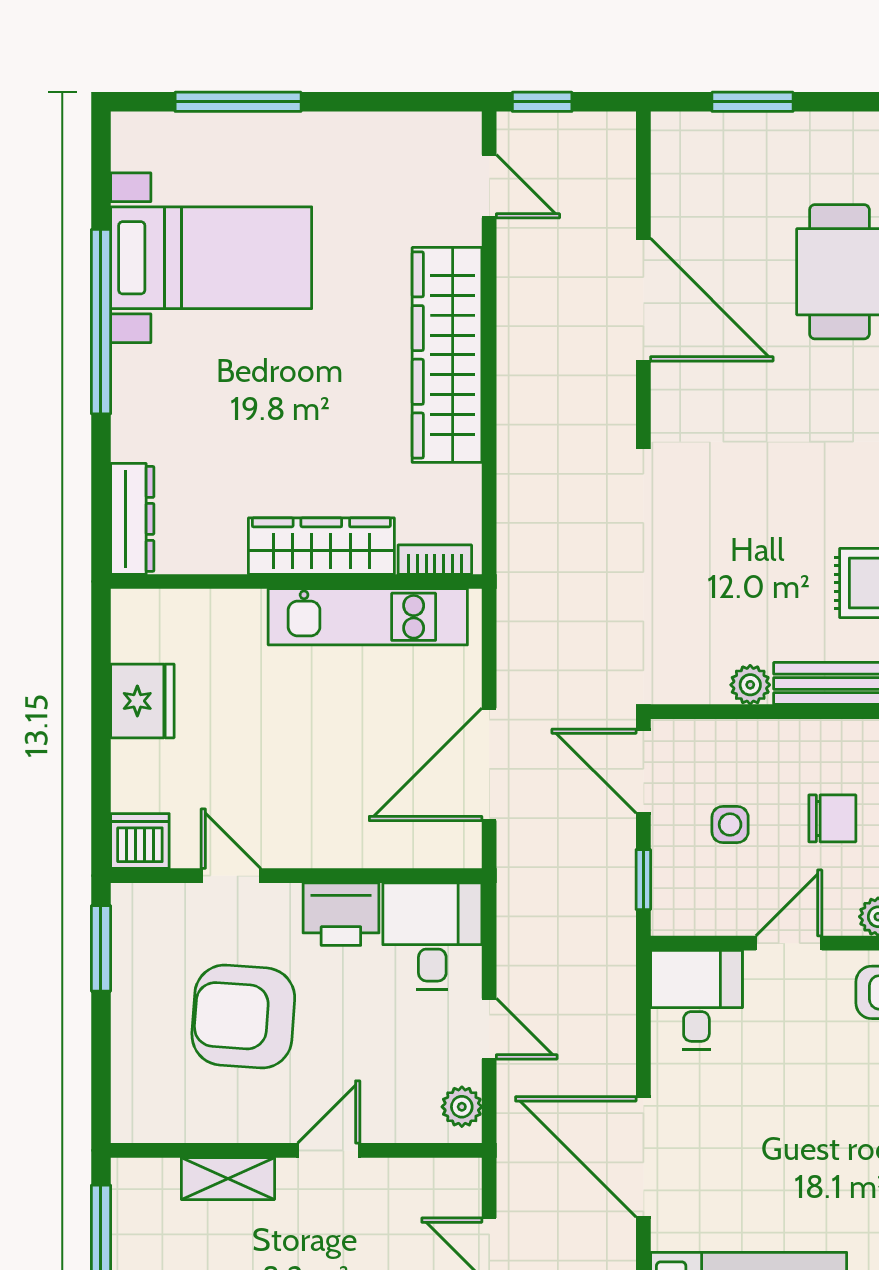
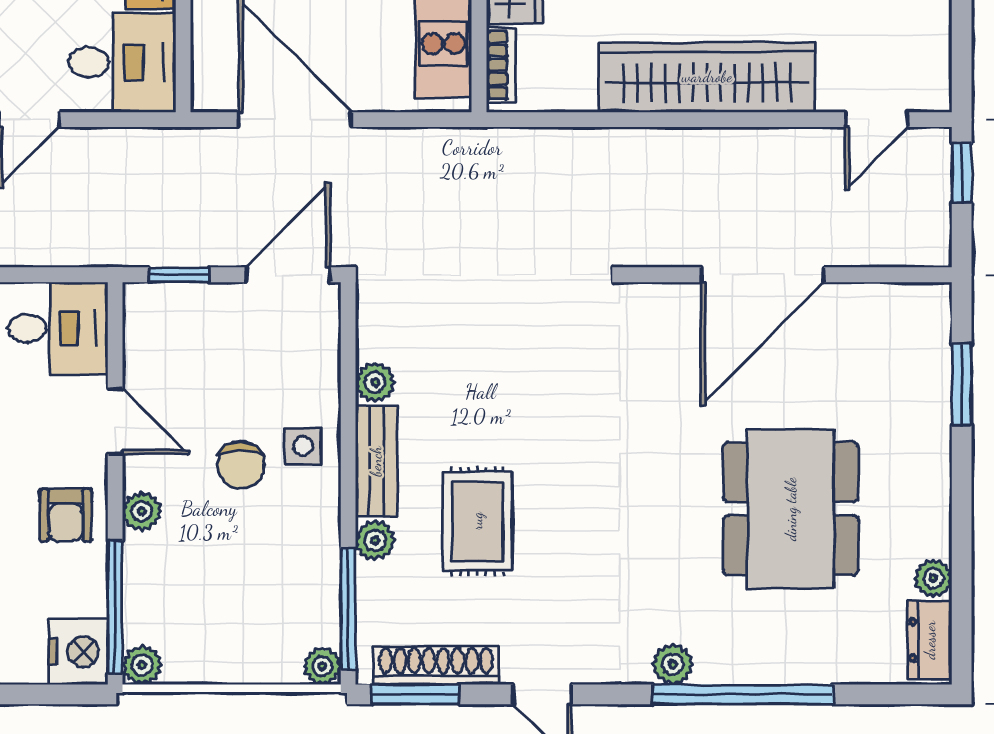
side table: (730, 825) -> (303, 446), moved

